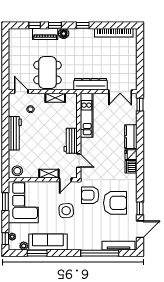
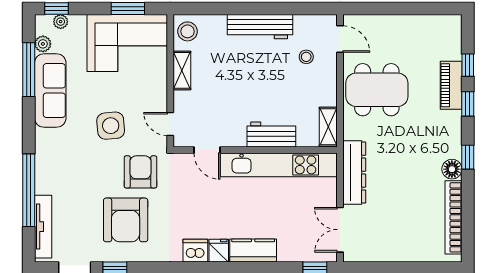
floor lamp: (64, 34) -> (452, 169), moved
door: (21, 92) -> (340, 39), hinge flipped
shelving: (55, 98) -> (328, 127), moved
kitchen unit: (87, 115) -> (279, 165), width x1.36
workbench: (71, 141) -> (271, 134), moved
door: (79, 161) -> (207, 150), hinge flipped
shelving: (49, 174) -> (182, 70), moved
window: (37, 253) -> (29, 70), width x1.44

